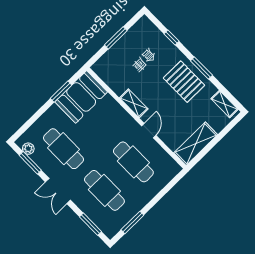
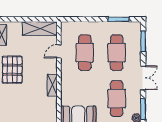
door: (149, 131) -> (59, 51), moved

